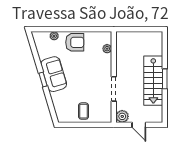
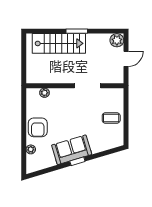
armchair: (75, 42) -> (38, 127), turned 180
stairs: (153, 81) -> (59, 43), moved
plant: (122, 116) -> (117, 40), moved

